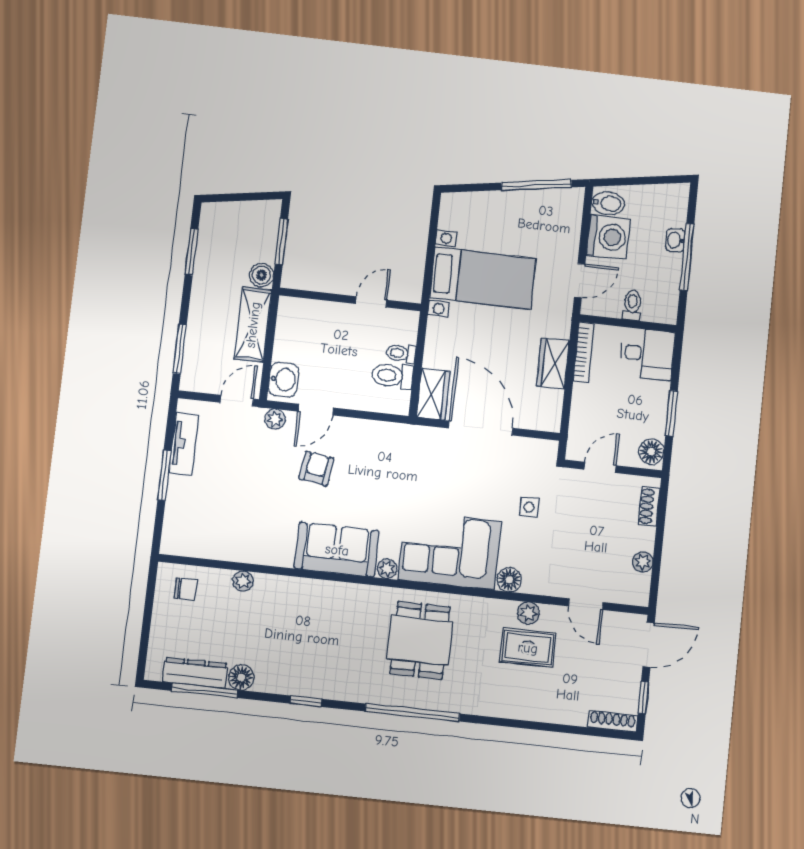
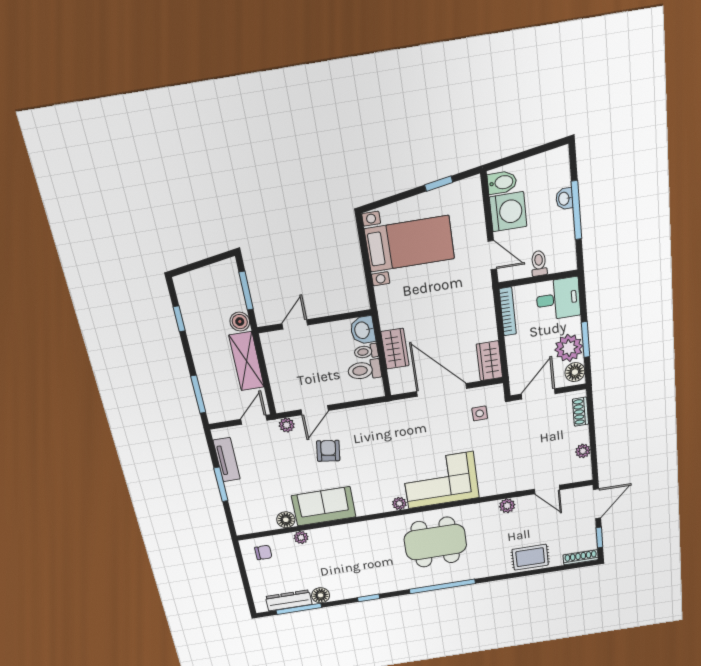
window: (536, 185) -> (439, 184), width x0.46
window: (191, 252) -> (179, 319), width x0.67
bed with nightstands: (483, 278) -> (409, 244), moved
door: (580, 281) -> (492, 255), hinge flipped
door: (371, 302) -> (295, 324), moved
wardrobe: (553, 363) -> (489, 361), moved
washbasin: (283, 380) -> (363, 330), moved, turned 180
wardrobe: (433, 394) -> (395, 349), moved
plant: (649, 418) -> (569, 348), added
door: (600, 467) -> (538, 394), width x1.38
side table: (529, 507) -> (480, 413), moved
sofa: (337, 550) -> (324, 506), moved
floor lamp: (509, 580) -> (286, 520), moved
dining table: (420, 640) -> (435, 542), width x1.38
rug: (528, 648) -> (530, 557), moved

